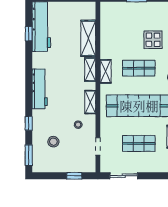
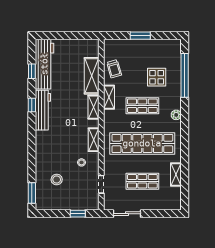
trolley: (111, 31) -> (114, 69), added
shelving: (106, 71) -> (109, 97), moved
workbench: (40, 89) -> (43, 110), moved
window: (29, 123) -> (32, 105), moved

